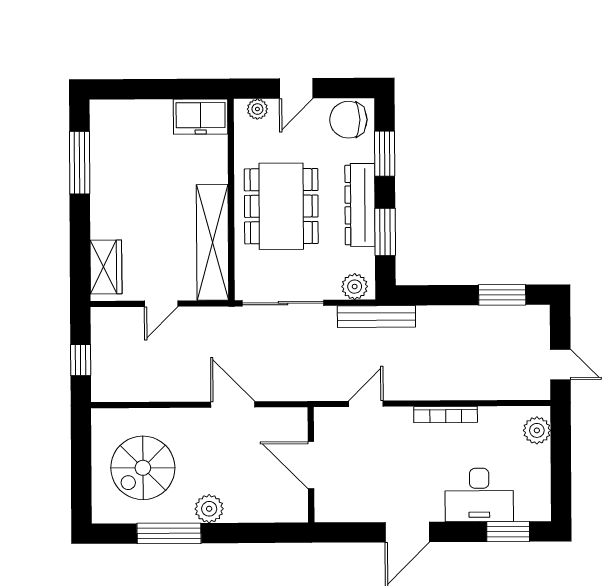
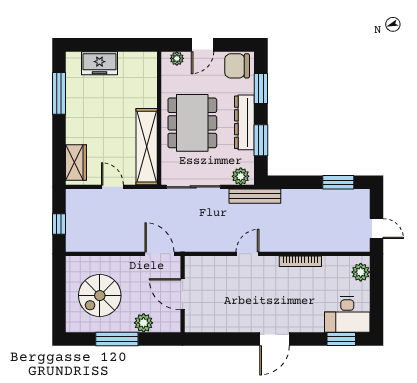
freezer: (201, 117) -> (99, 63), moved
door: (161, 304) -> (112, 187), swing flipped
door: (311, 465) -> (183, 294), moved
wall: (311, 465) -> (183, 294), moved
desk: (479, 495) -> (347, 315), moved

